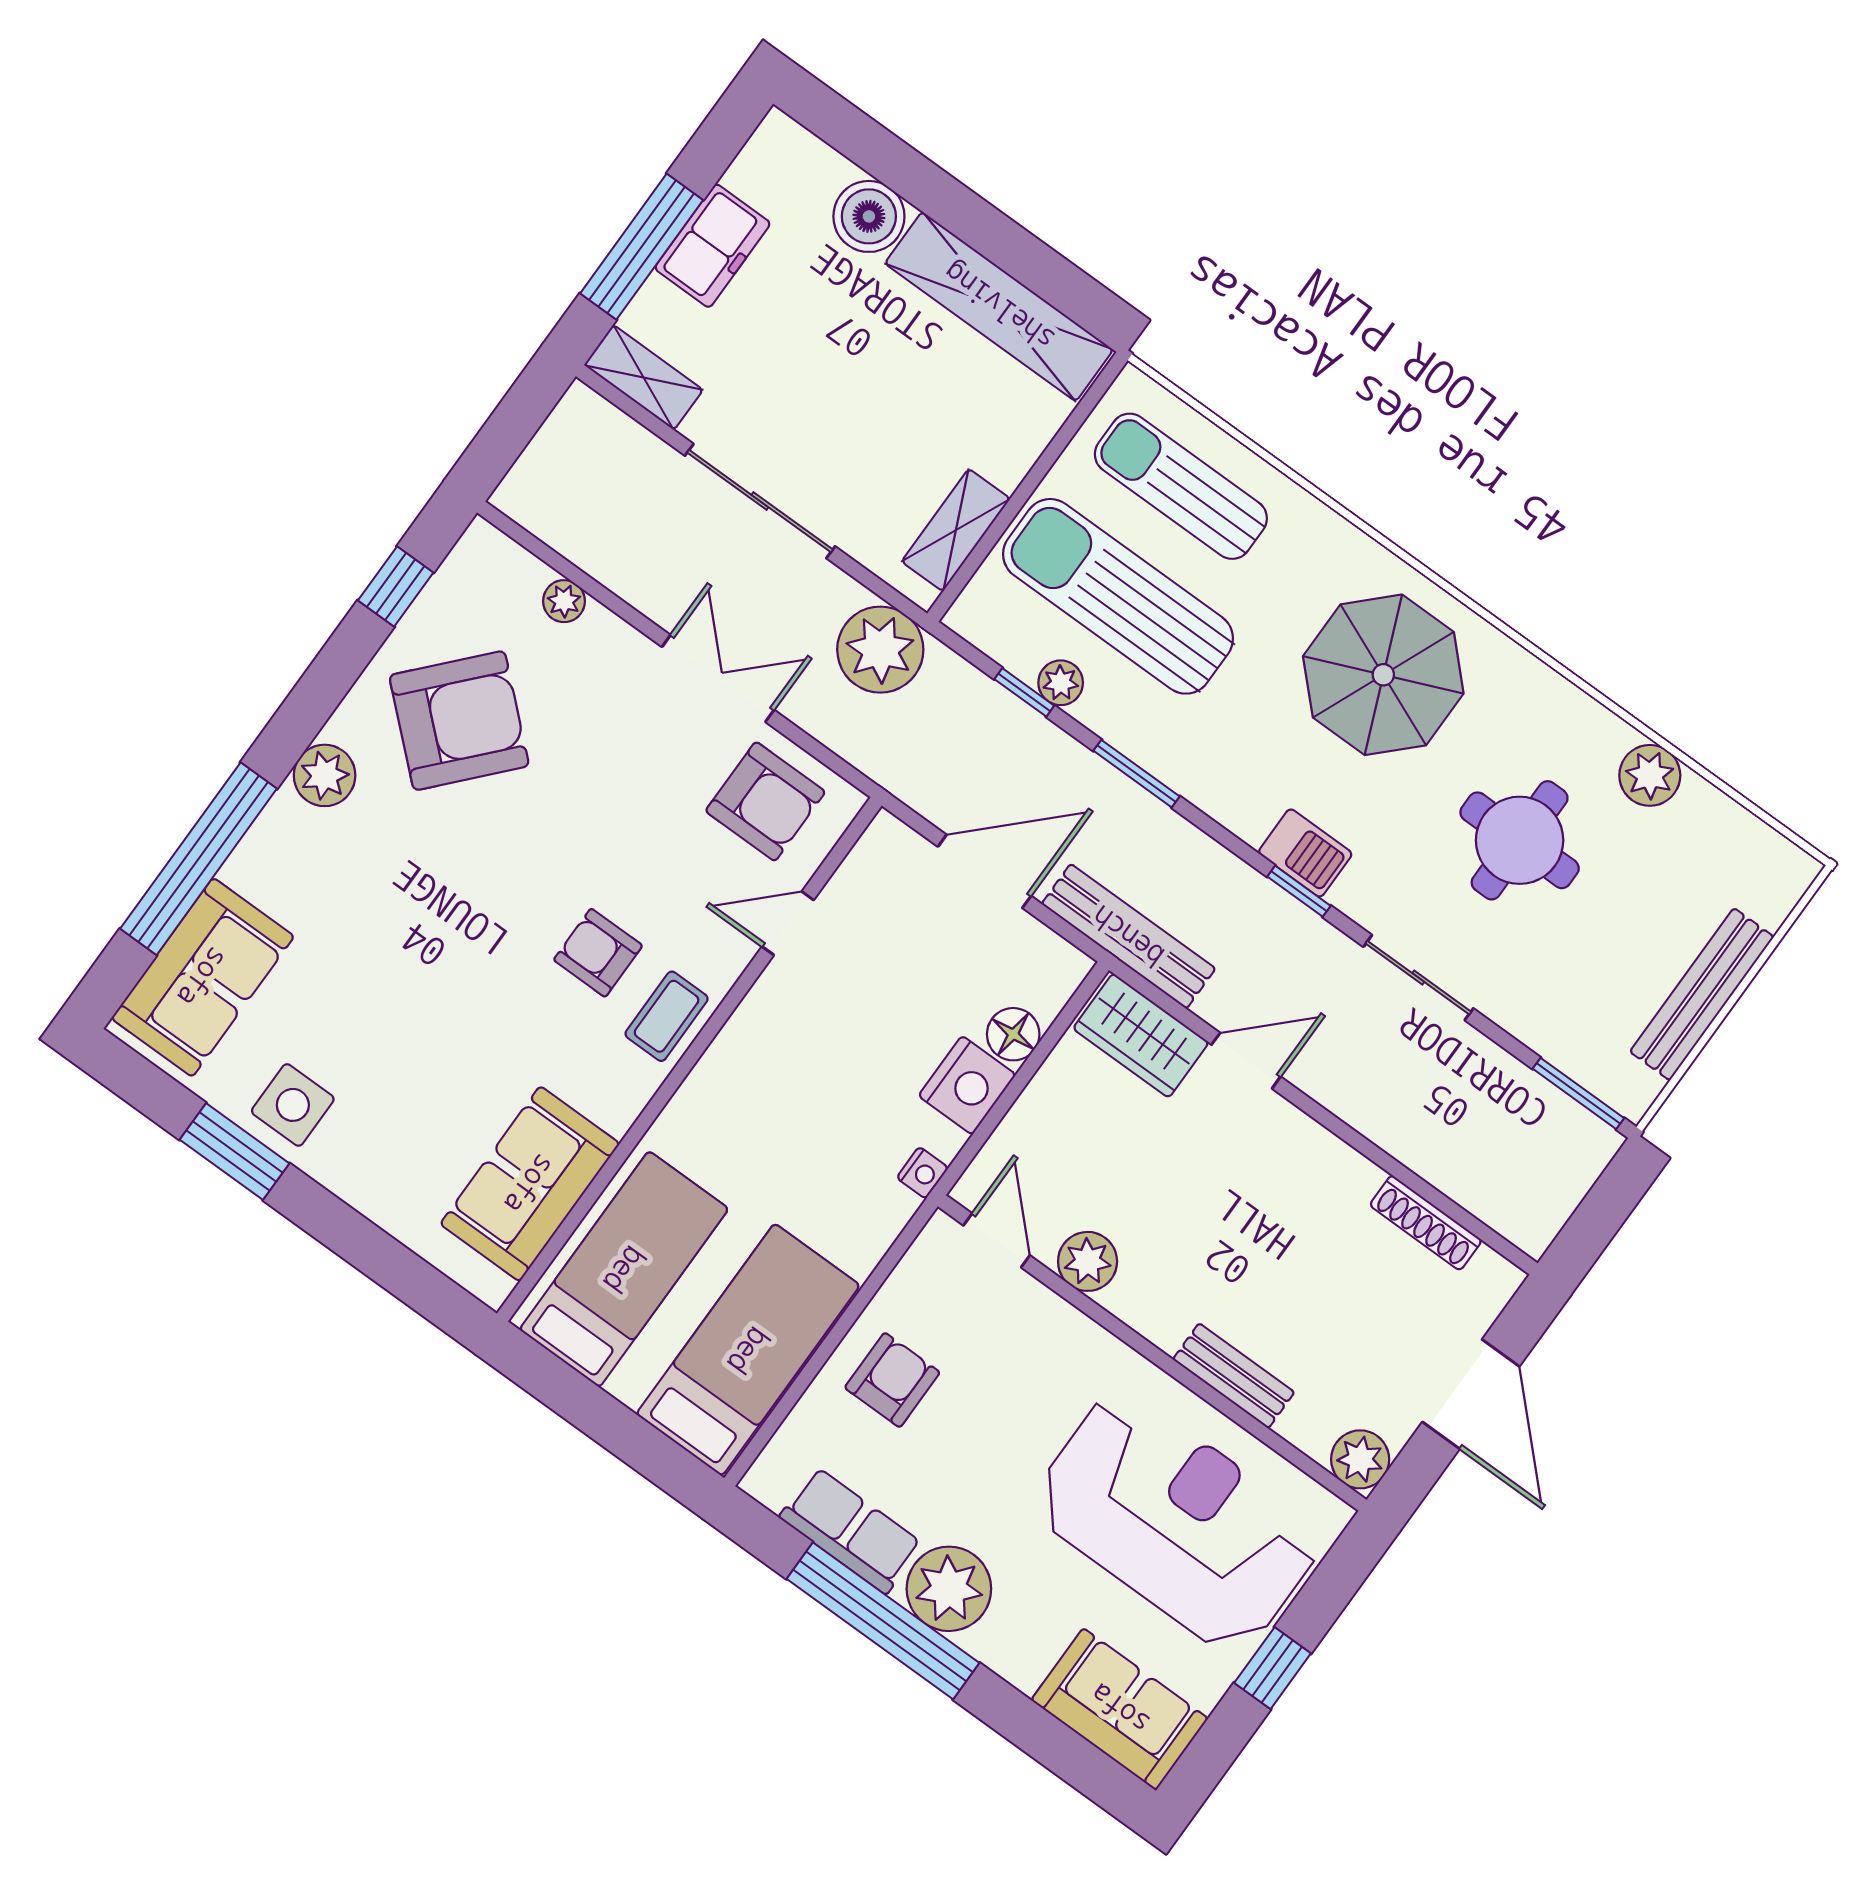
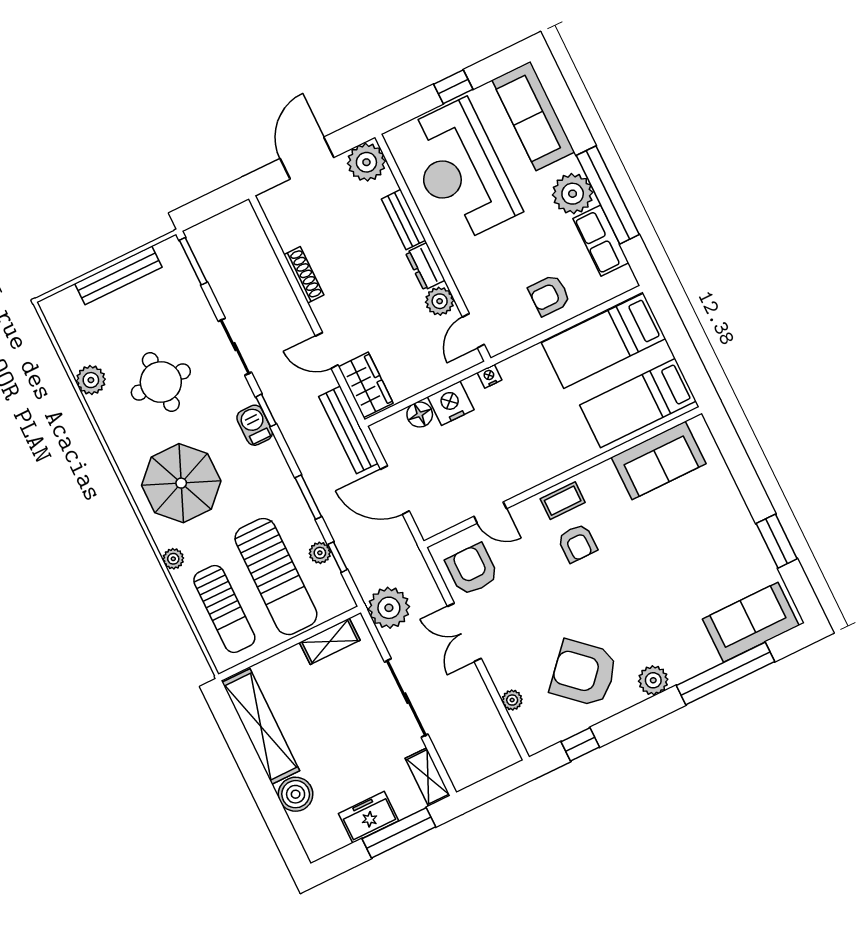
plant: (1324, 528) -> (173, 559), added
side table: (293, 1105) -> (741, 548), removed
shoe rack: (1426, 1223) -> (304, 275), moved
dresser: (1148, 1311) -> (425, 266), added
plant: (1360, 1459) -> (366, 162), width x1.36, depth x1.36
sofa: (1120, 1709) -> (533, 116), width x1.36

